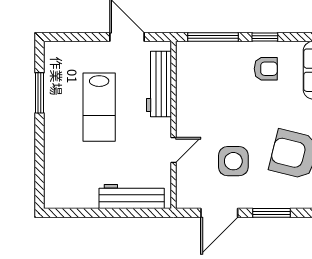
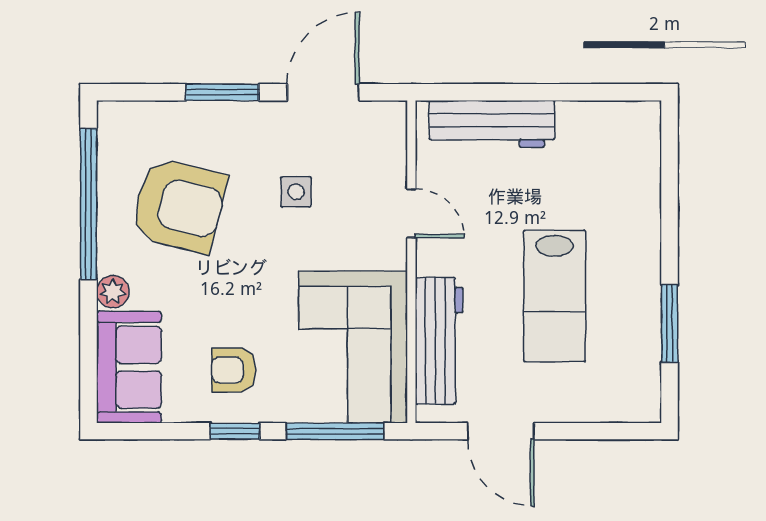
corner sofa: (204, 81) -> (353, 347), added
lab bench: (99, 107) -> (555, 296), turned 180
door: (173, 150) -> (411, 213), swing flipped
side table: (233, 161) -> (296, 192), width x0.54, depth x0.54

